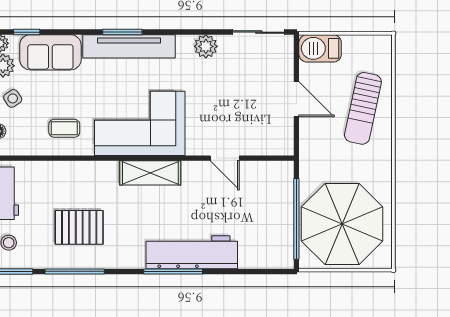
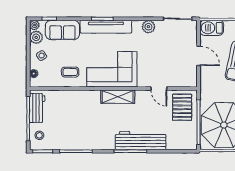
pallet: (79, 227) -> (182, 107), moved, turned 90

